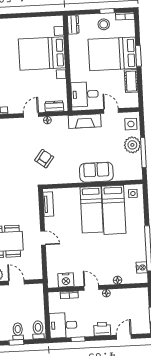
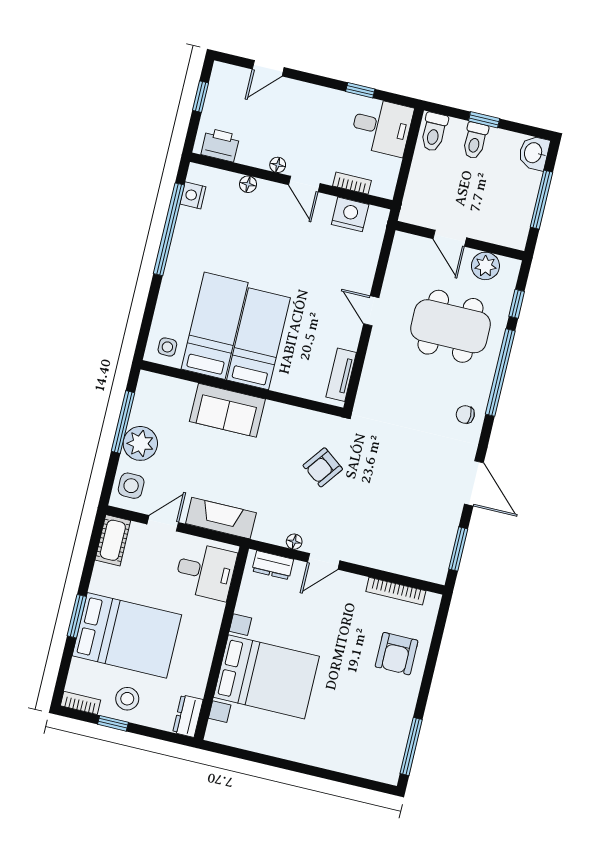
cot: (131, 81) -> (113, 540), moved
door: (111, 111) -> (163, 523), swing flipped
printer: (102, 329) -> (220, 145), moved, turned 180

